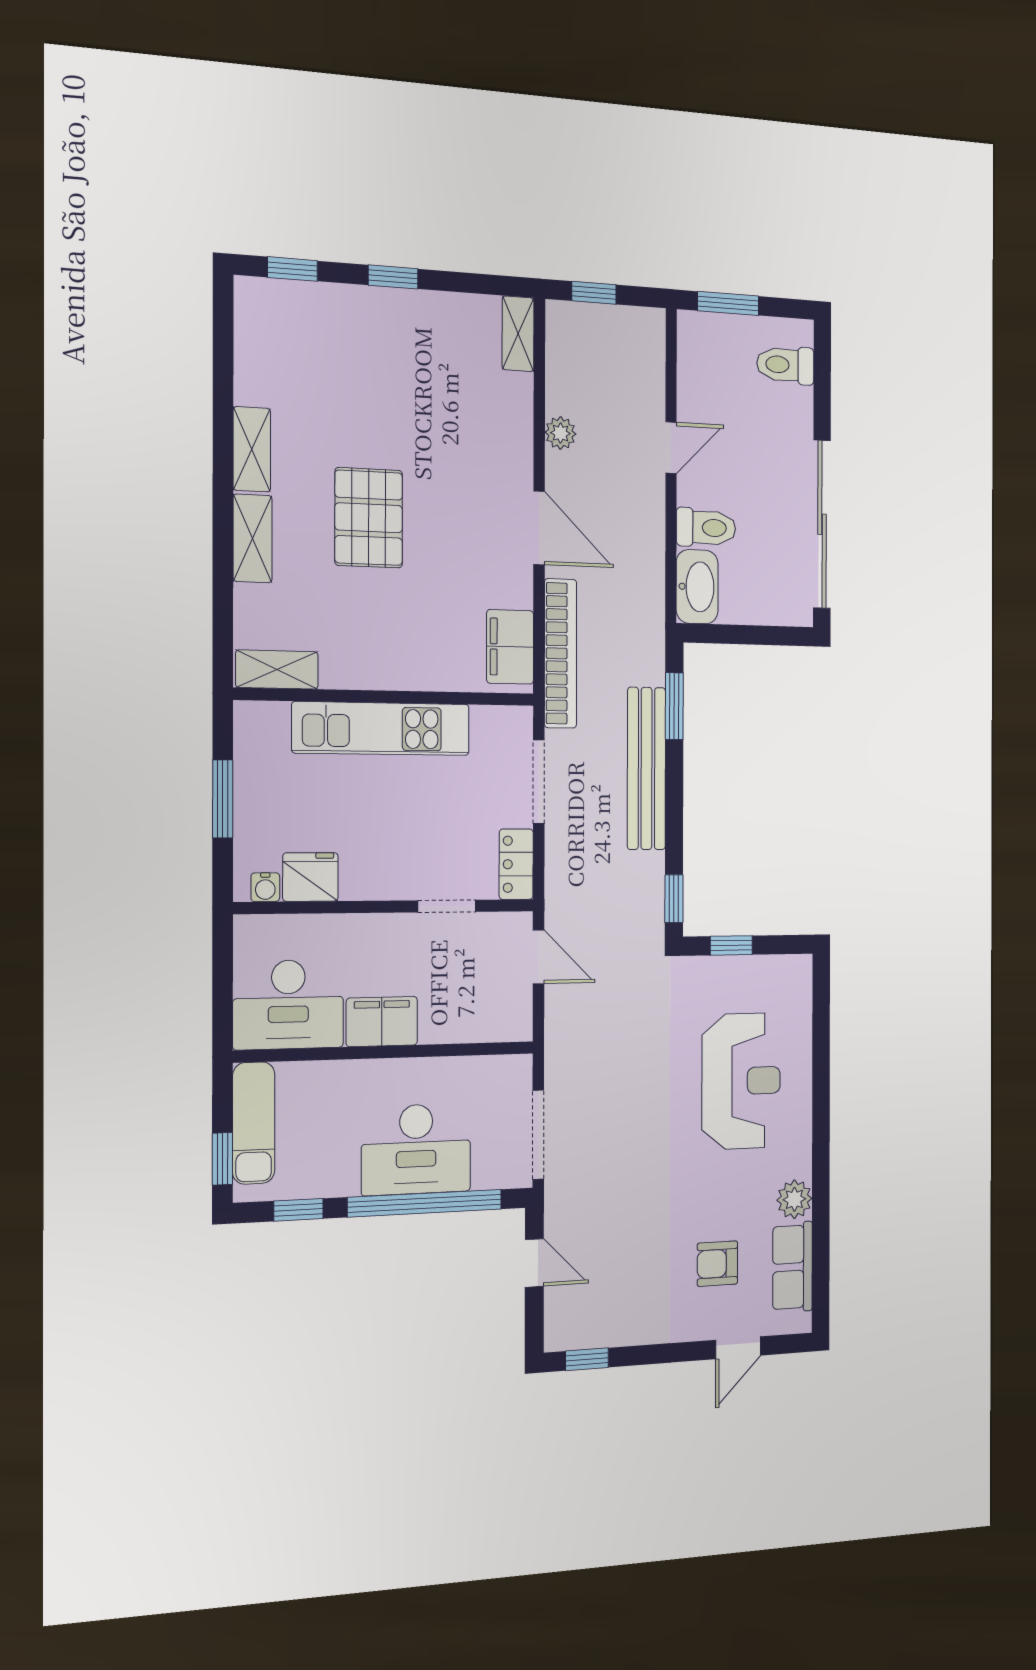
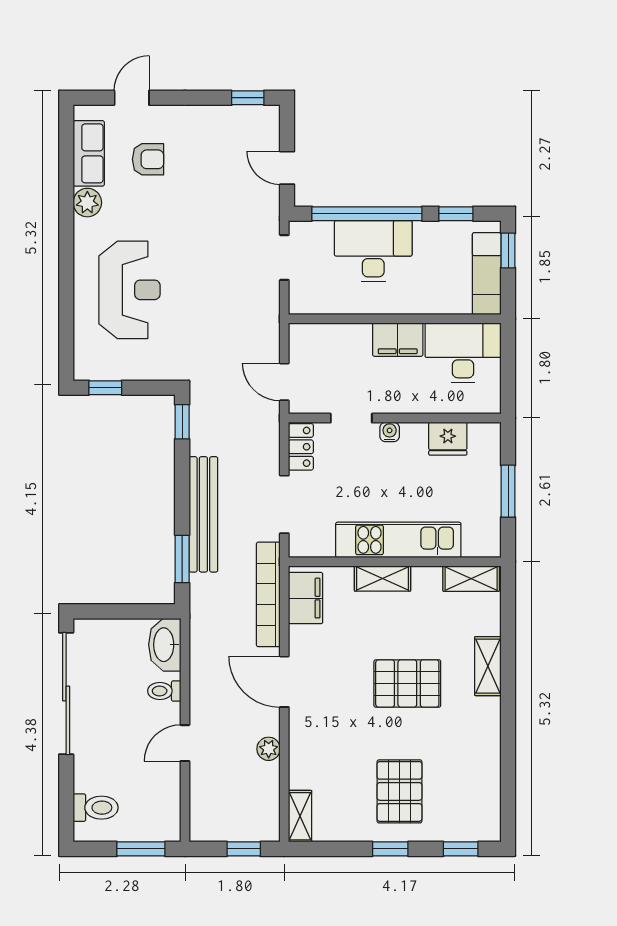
pallet: (380, 360) -> (399, 791), added
shelving: (252, 449) -> (383, 578), moved, turned 90
pallet: (369, 518) -> (407, 683), turned 90
toilet: (706, 528) -> (164, 691), width x0.73, depth x0.72
water cooler: (265, 887) -> (390, 432), moved
window: (731, 945) -> (105, 388), moved
reception desk: (741, 1081) -> (130, 290), turned 180
doorway: (538, 1135) -> (284, 258), width x0.73

